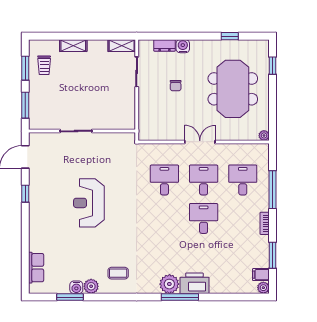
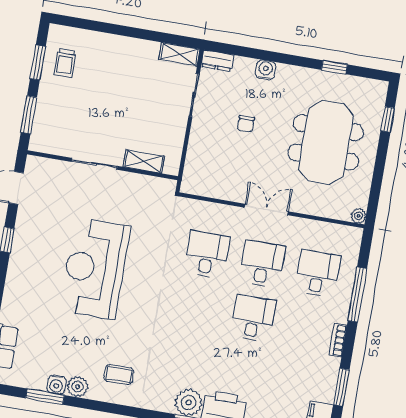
dresser: (164, 45) -> (217, 61), moved
shelving: (73, 46) -> (144, 162), moved
reception desk: (89, 203) -> (95, 268), width x1.36, depth x1.30

